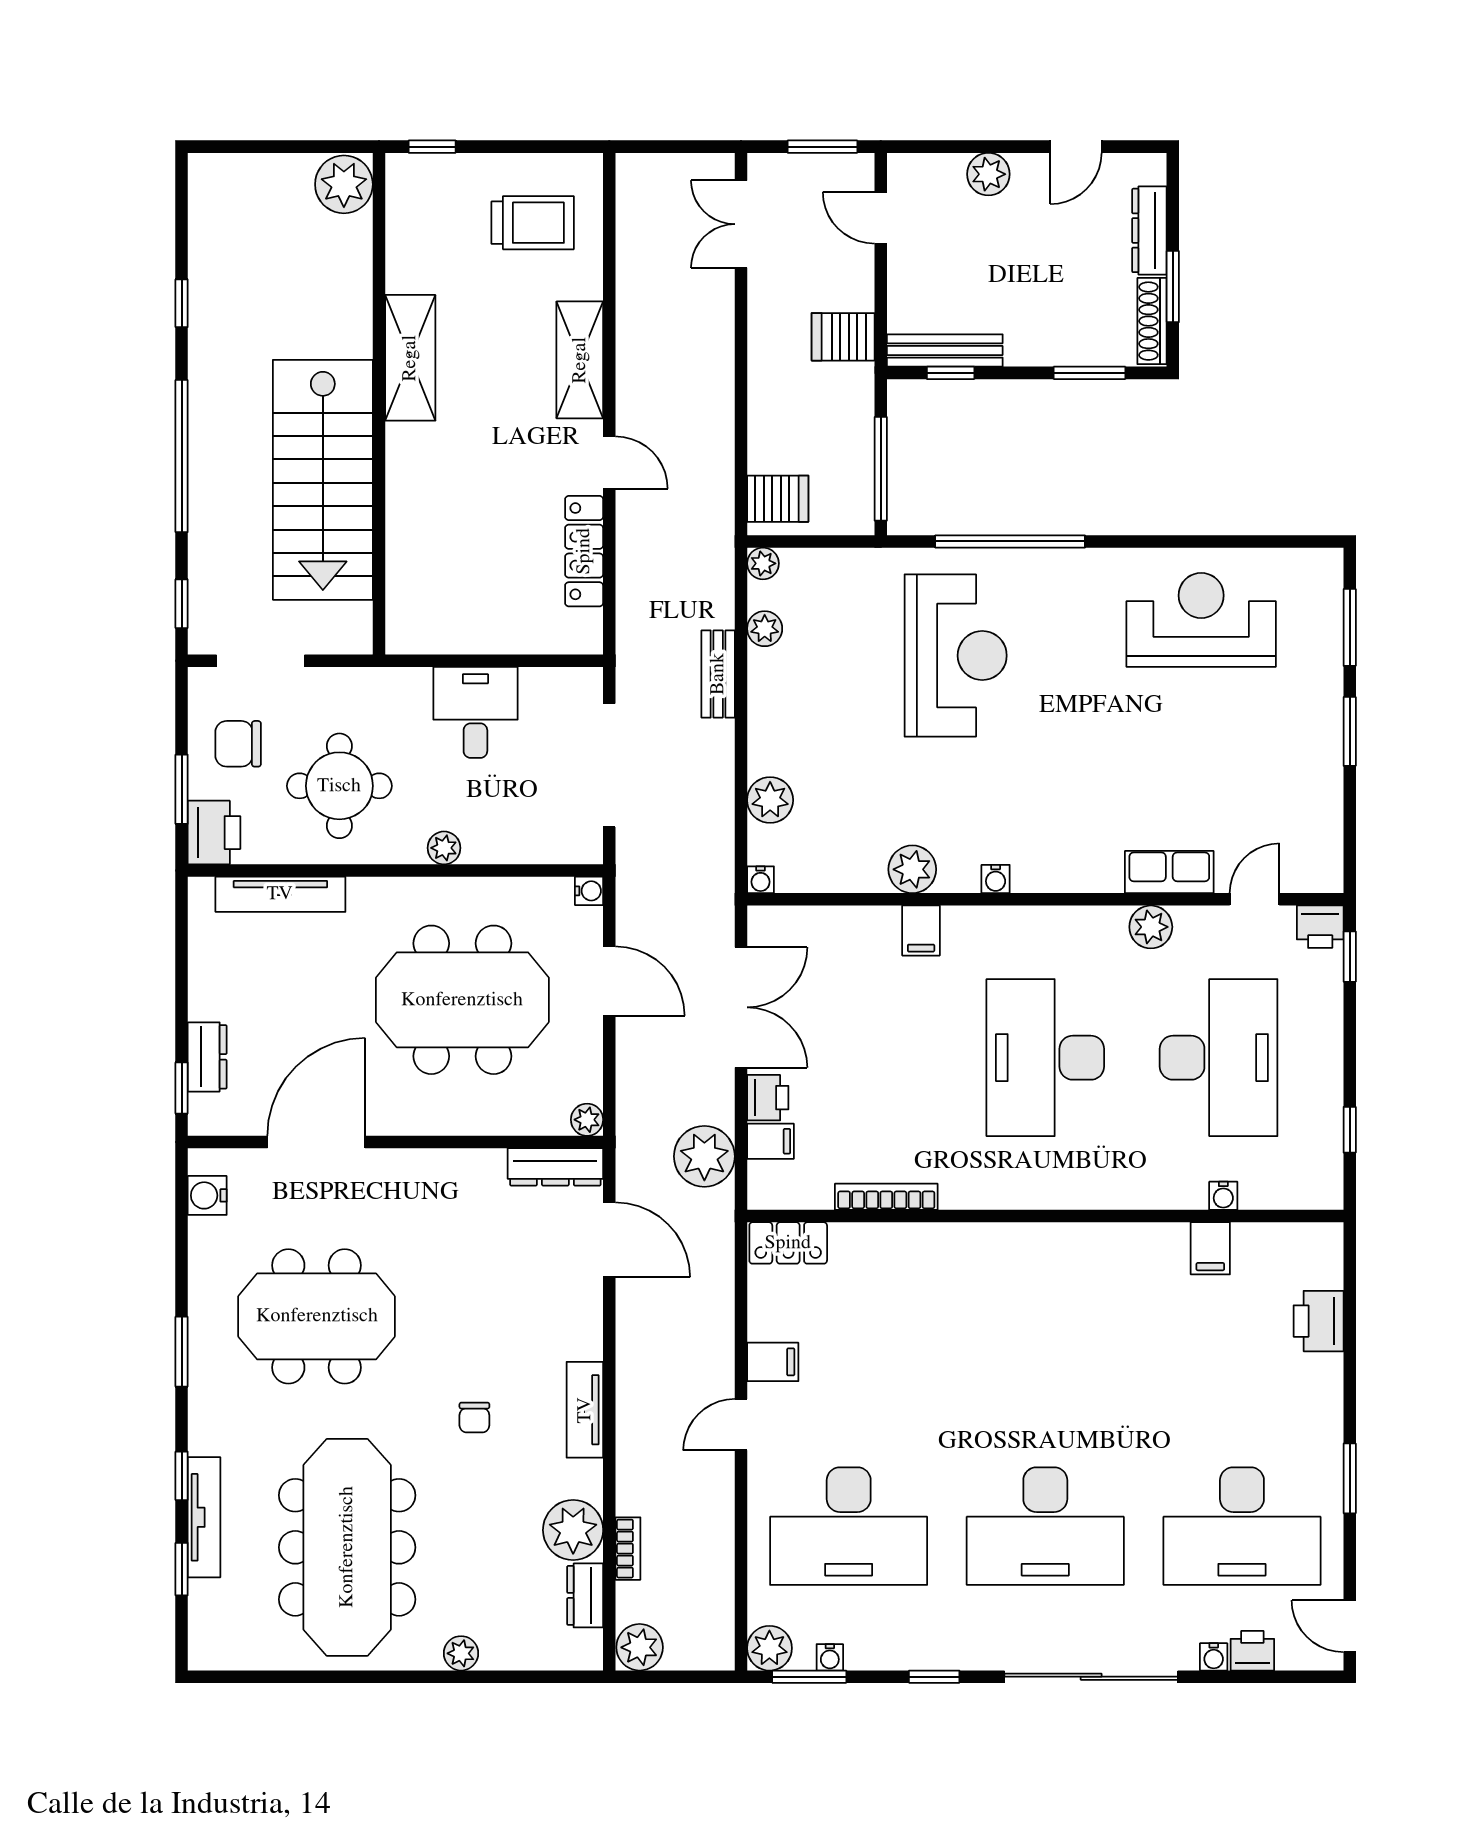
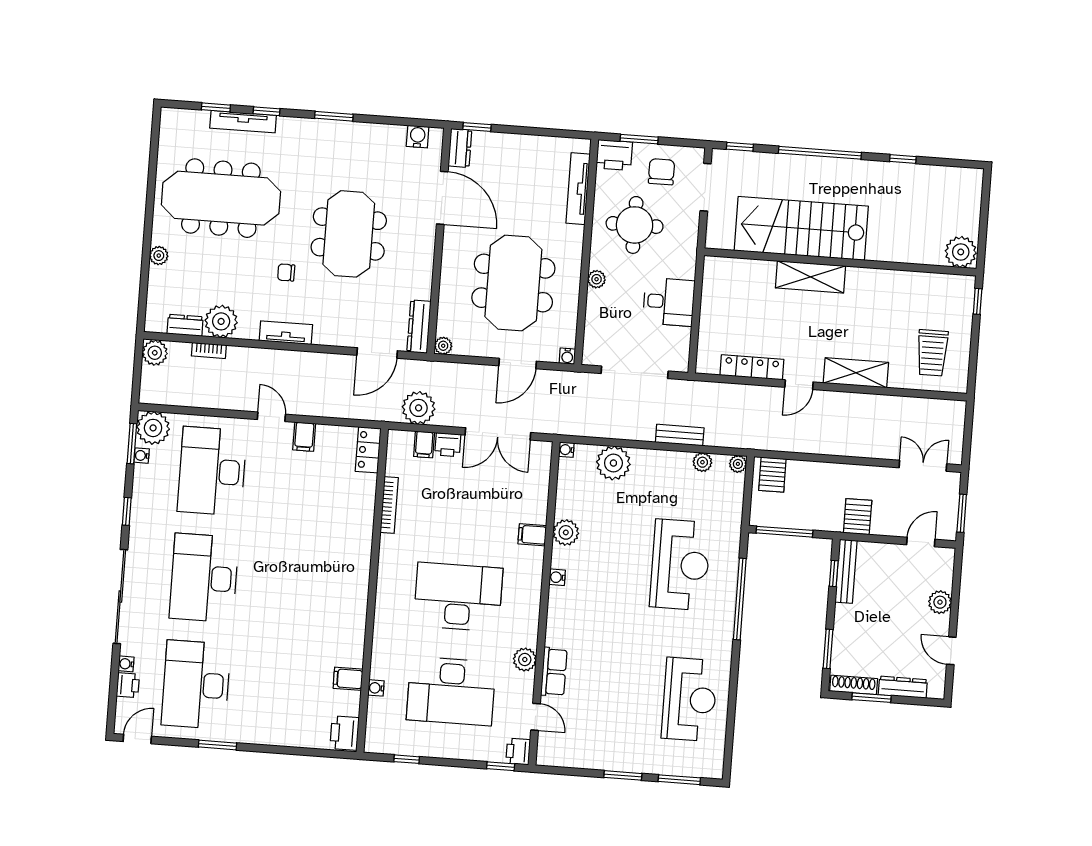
shelving: (410, 358) -> (811, 277), moved
reception desk: (956, 656) -> (680, 565), turned -90
plant: (770, 800) -> (613, 463), width x1.36, depth x1.36
dresser: (207, 1057) -> (460, 148), moved, turned -90
meeting table: (317, 1316) -> (349, 234), moved
printer: (1319, 1321) -> (345, 733), moved, turned -90
plant: (769, 1648) -> (153, 428), width x1.36, depth x1.36

